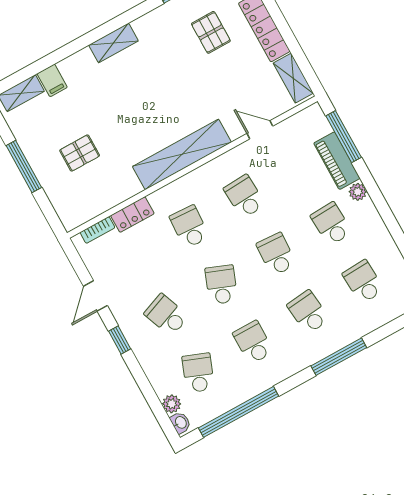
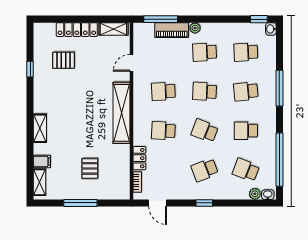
shelving: (113, 43) -> (40, 128), moved
door: (95, 296) -> (158, 203), moved

